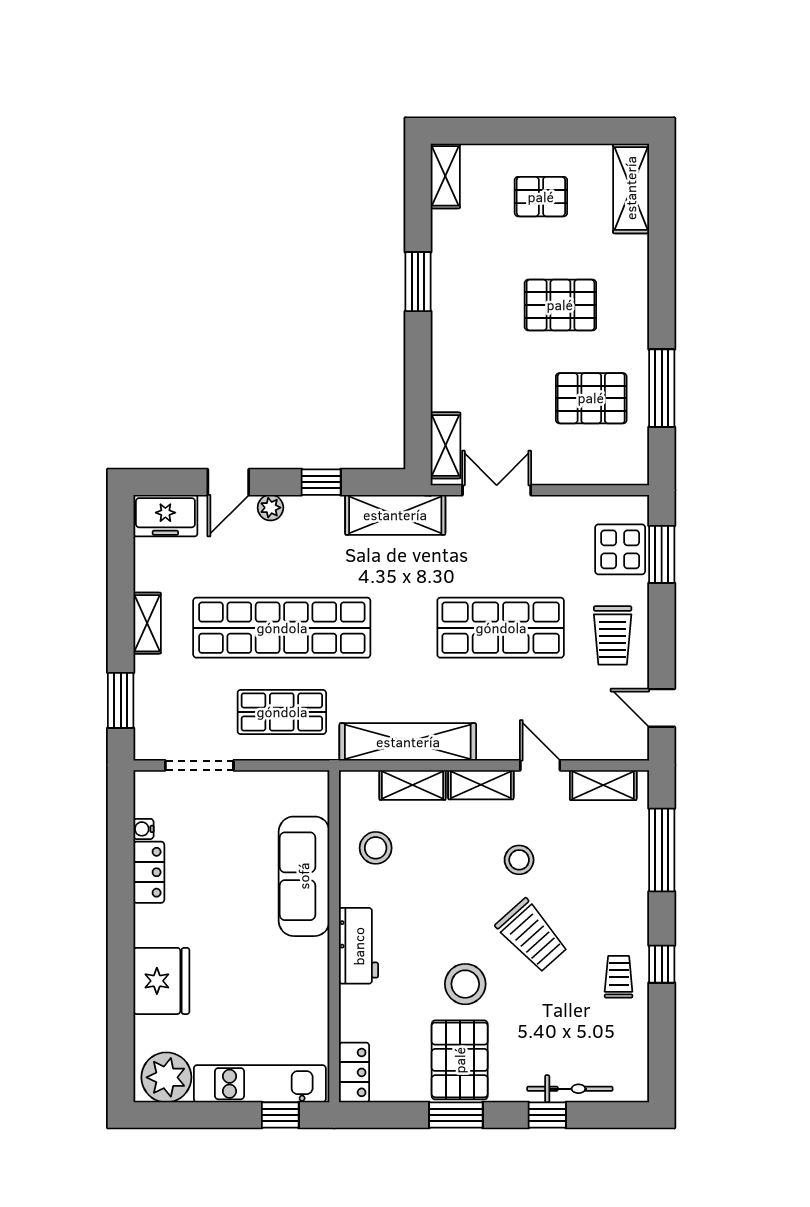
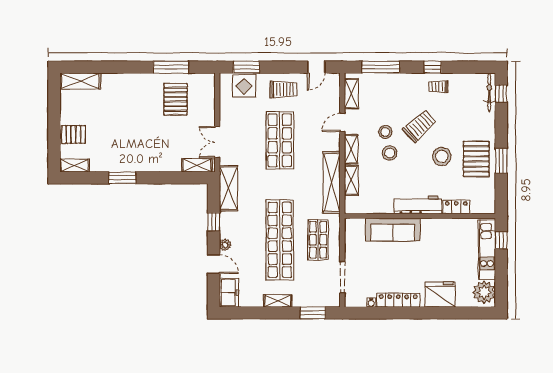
pallet: (541, 197) -> (73, 134), moved, turned 90
pallet: (560, 305) -> (133, 113), removed
stool: (376, 848) -> (390, 153), moved
locker: (149, 872) -> (398, 300), width x1.53
workbench: (359, 946) -> (418, 205), width x1.38
pallet: (460, 1060) -> (476, 159), turned 90
locker: (354, 1072) -> (456, 207), moved
bicycle: (570, 1089) -> (489, 92), moved
window: (547, 1115) -> (501, 94), moved

